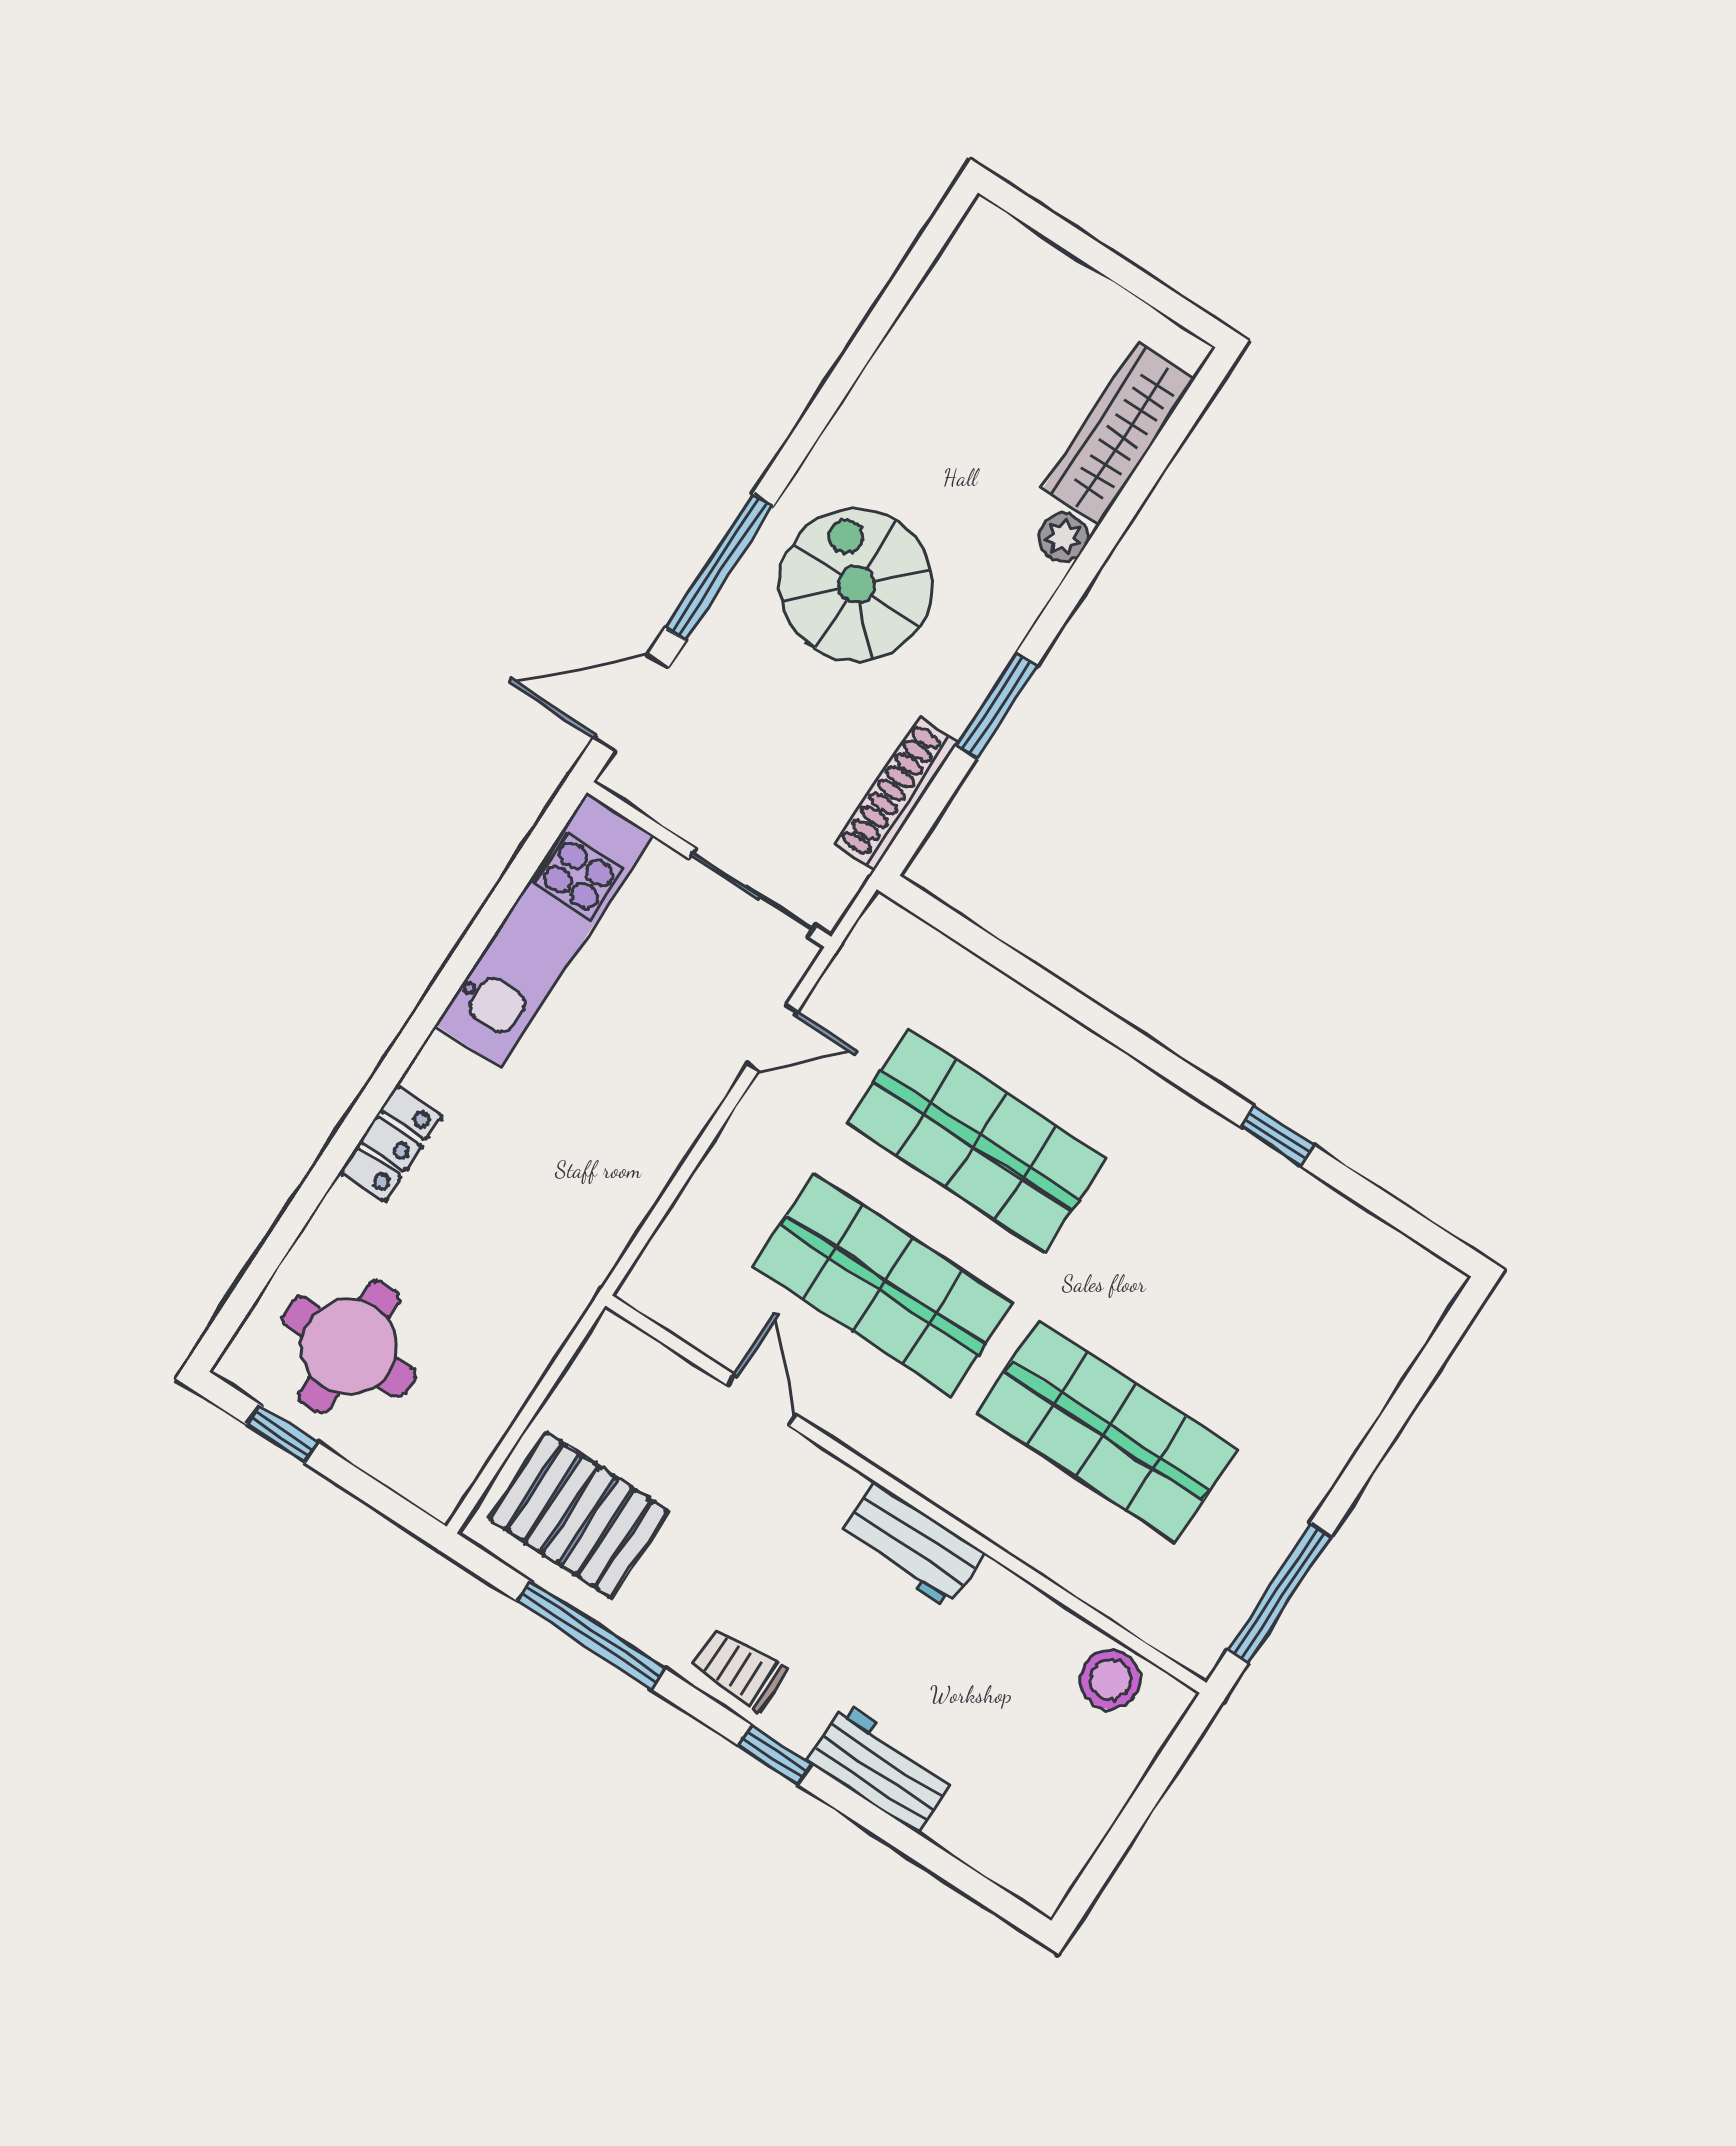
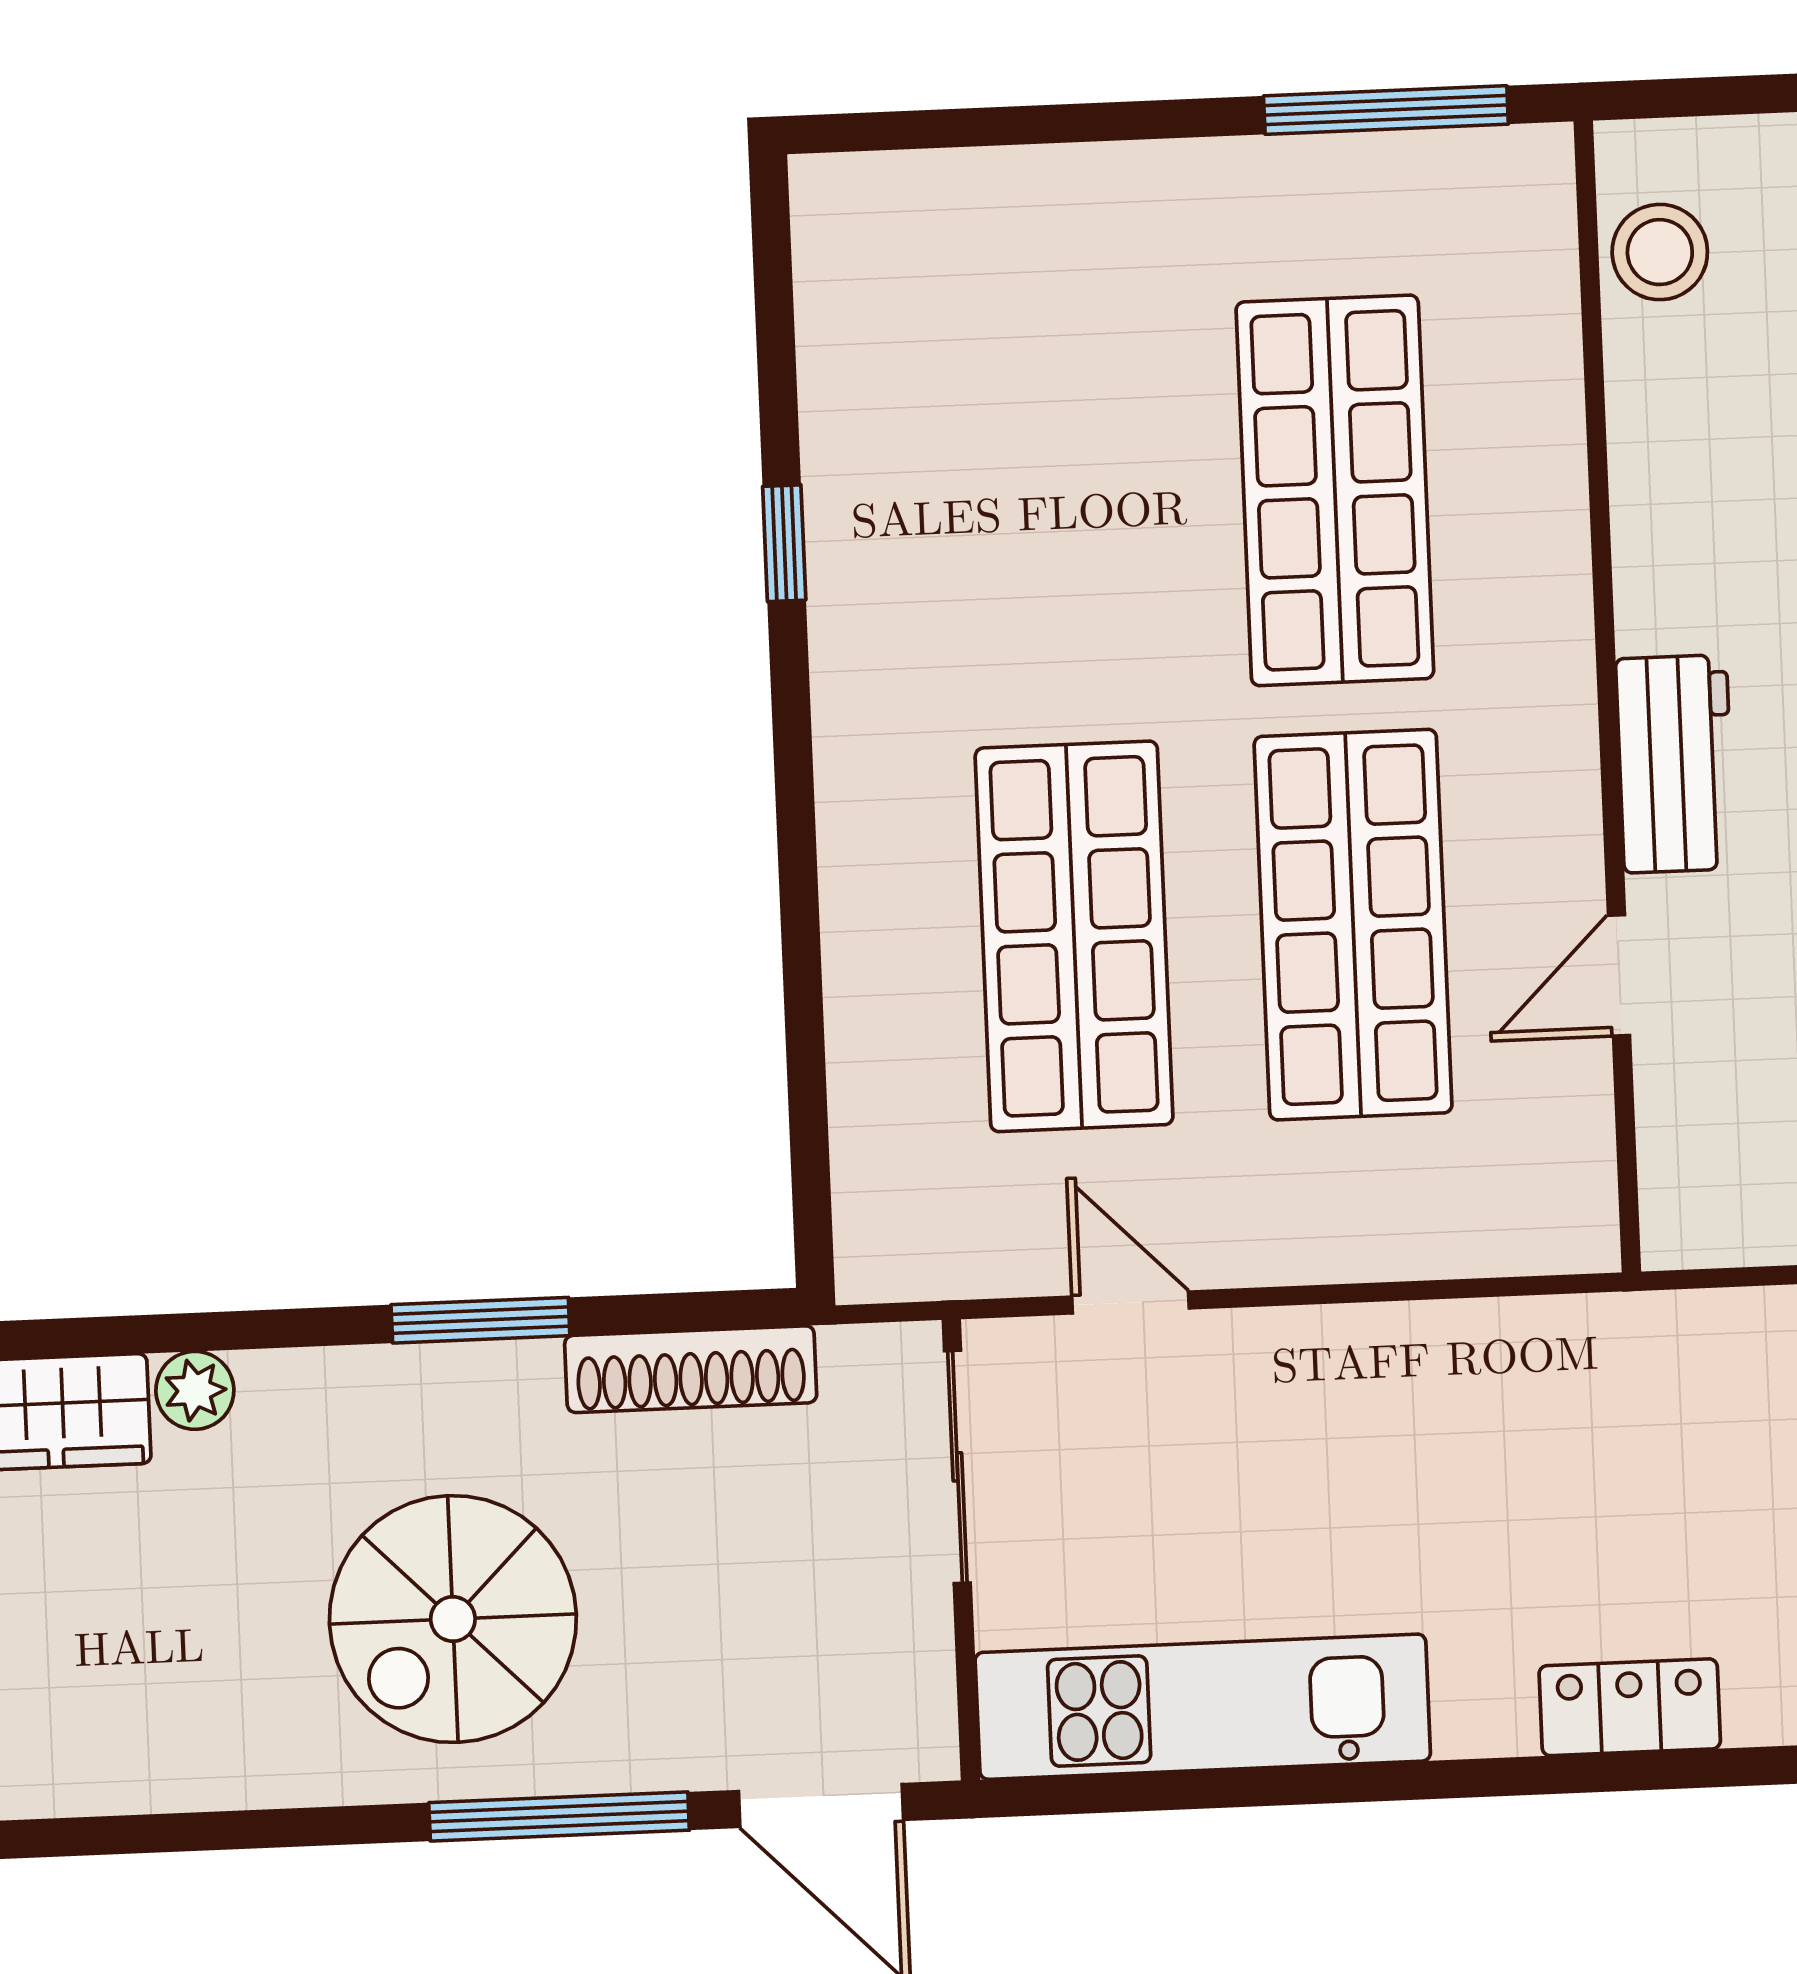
workbench: (911, 1545) -> (1675, 764), moved

